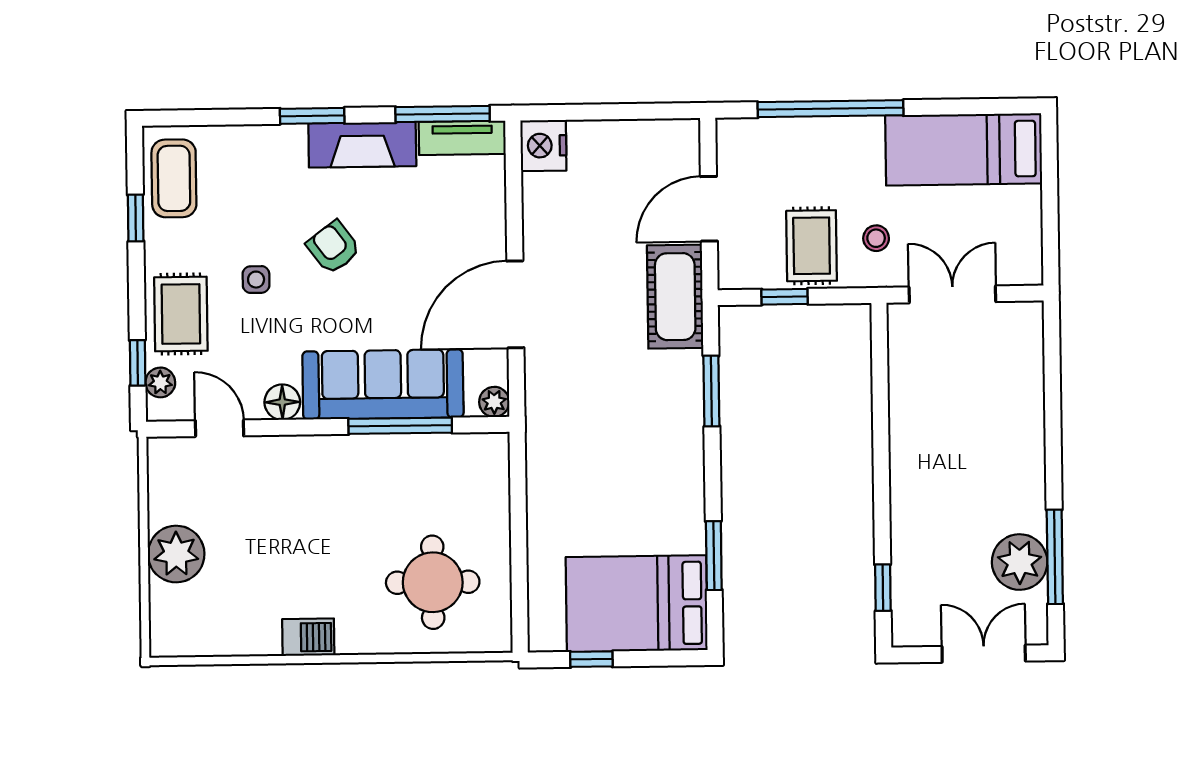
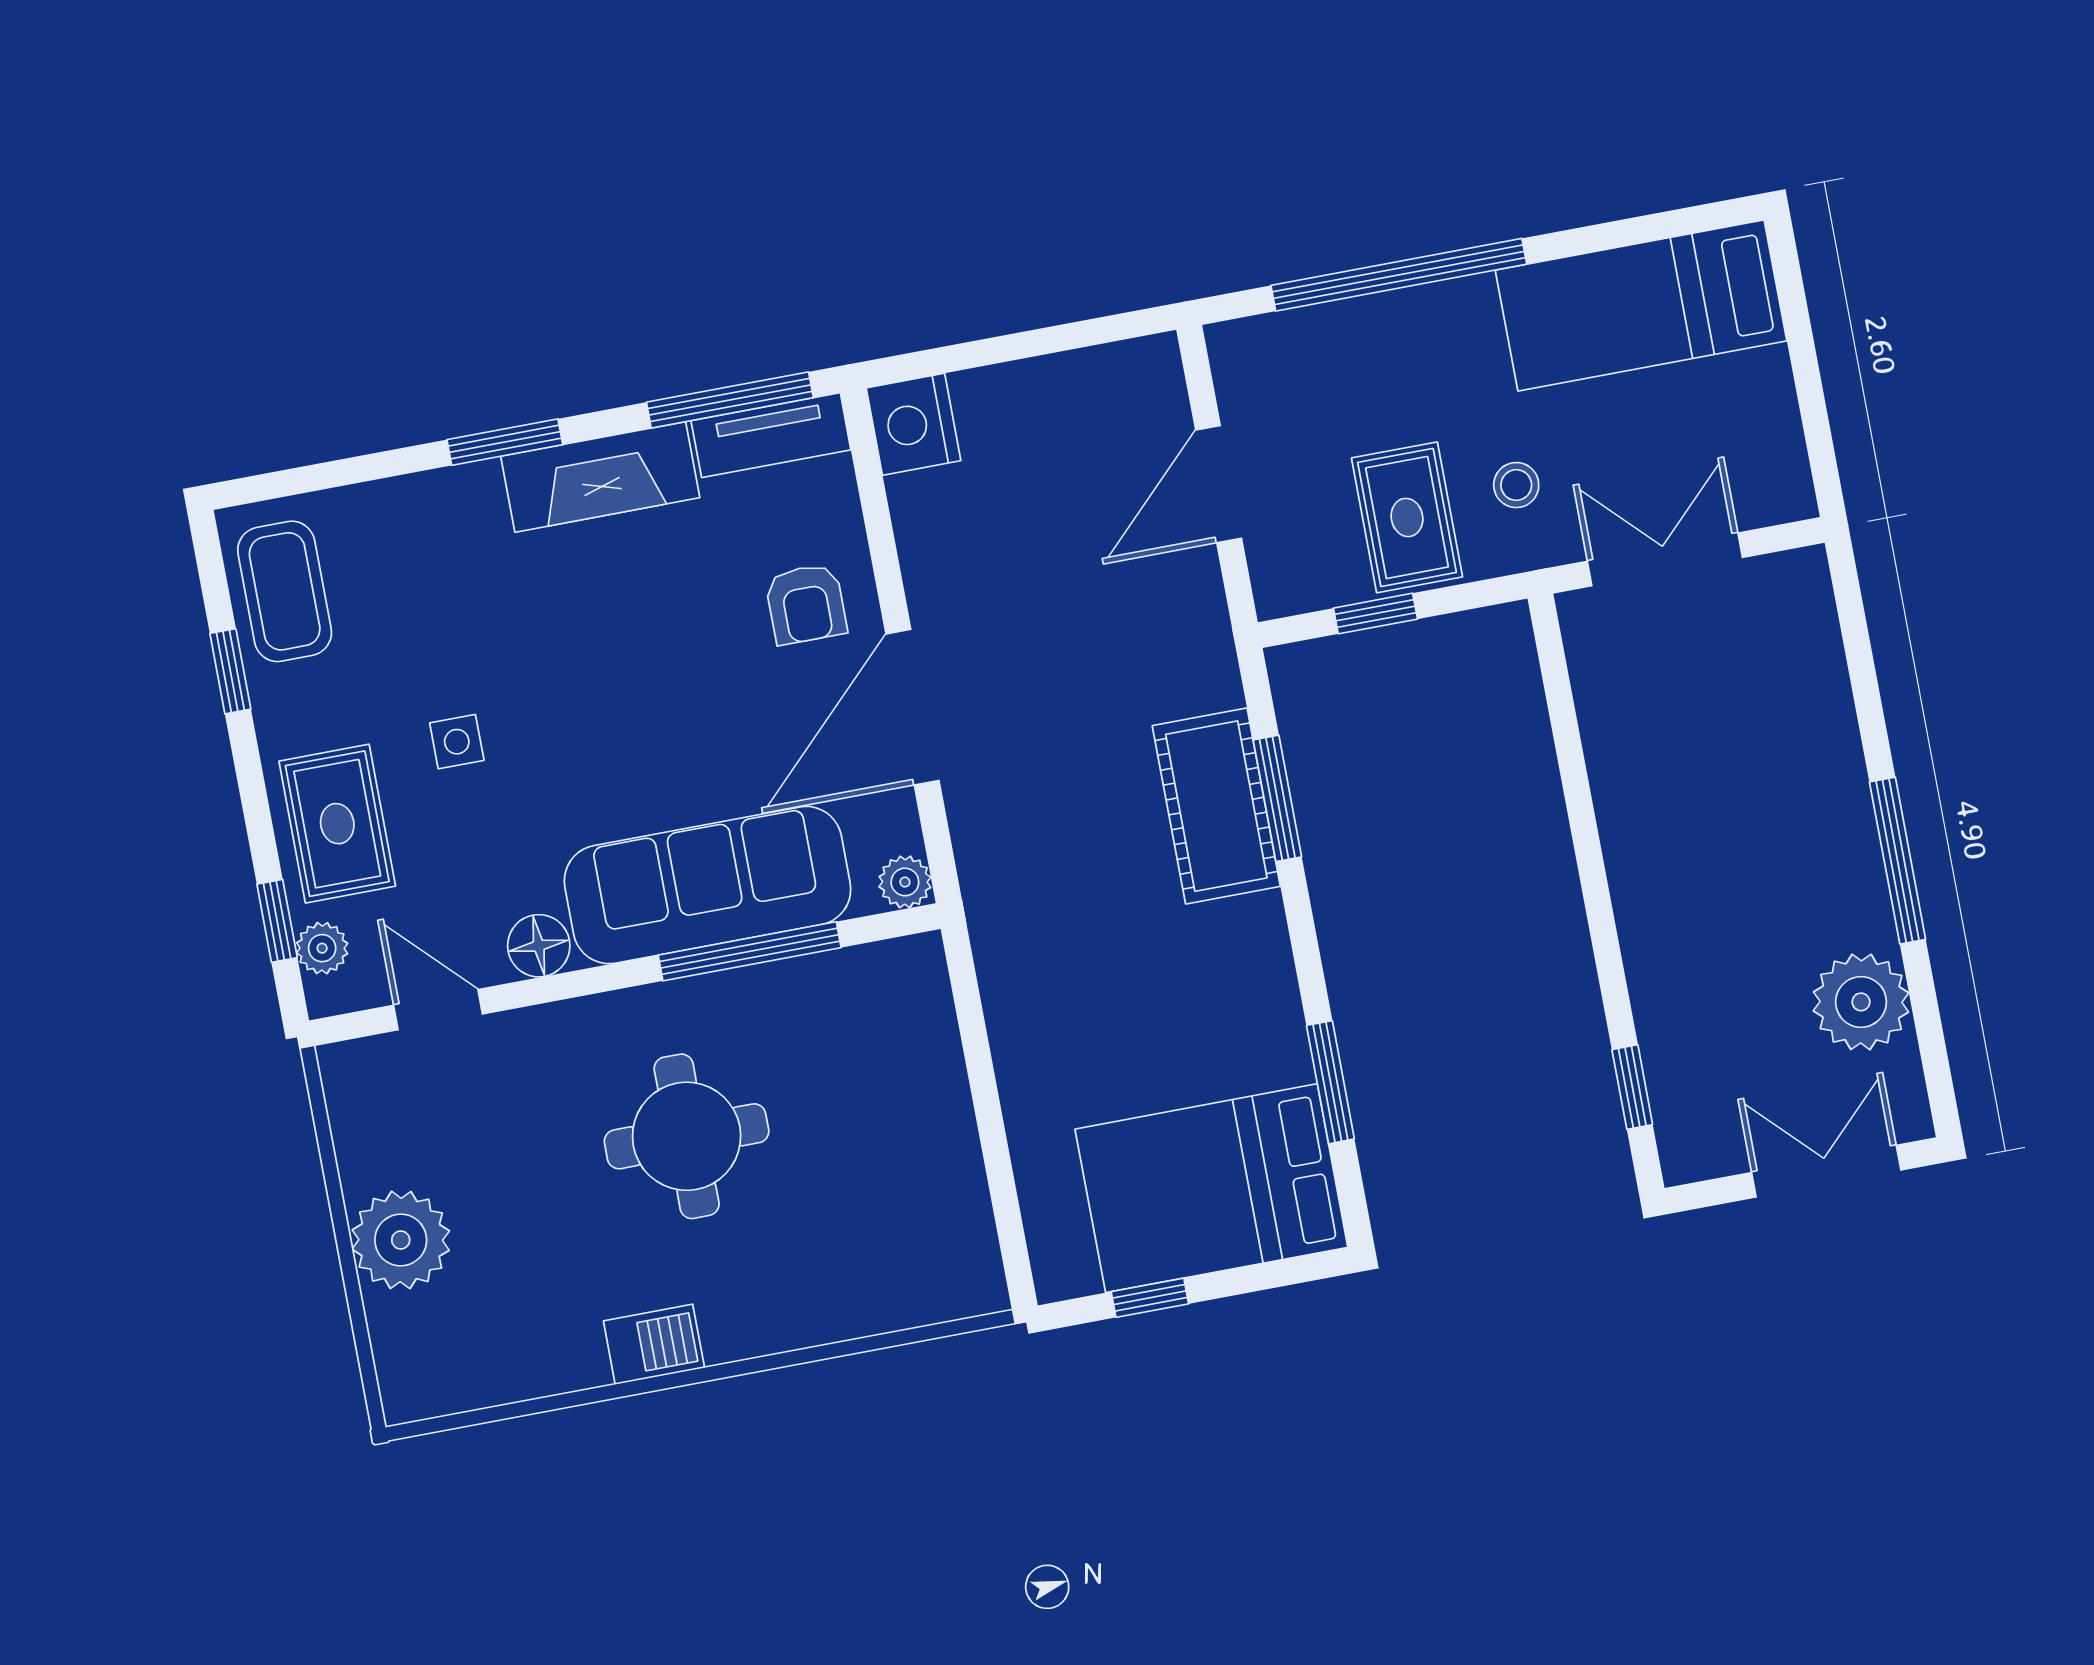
armchair: (333, 247) -> (806, 604), moved, turned -143
cot: (675, 297) -> (1216, 806), moved
window: (1055, 557) -> (1898, 861), moved
round table: (433, 582) -> (687, 1136), moved

